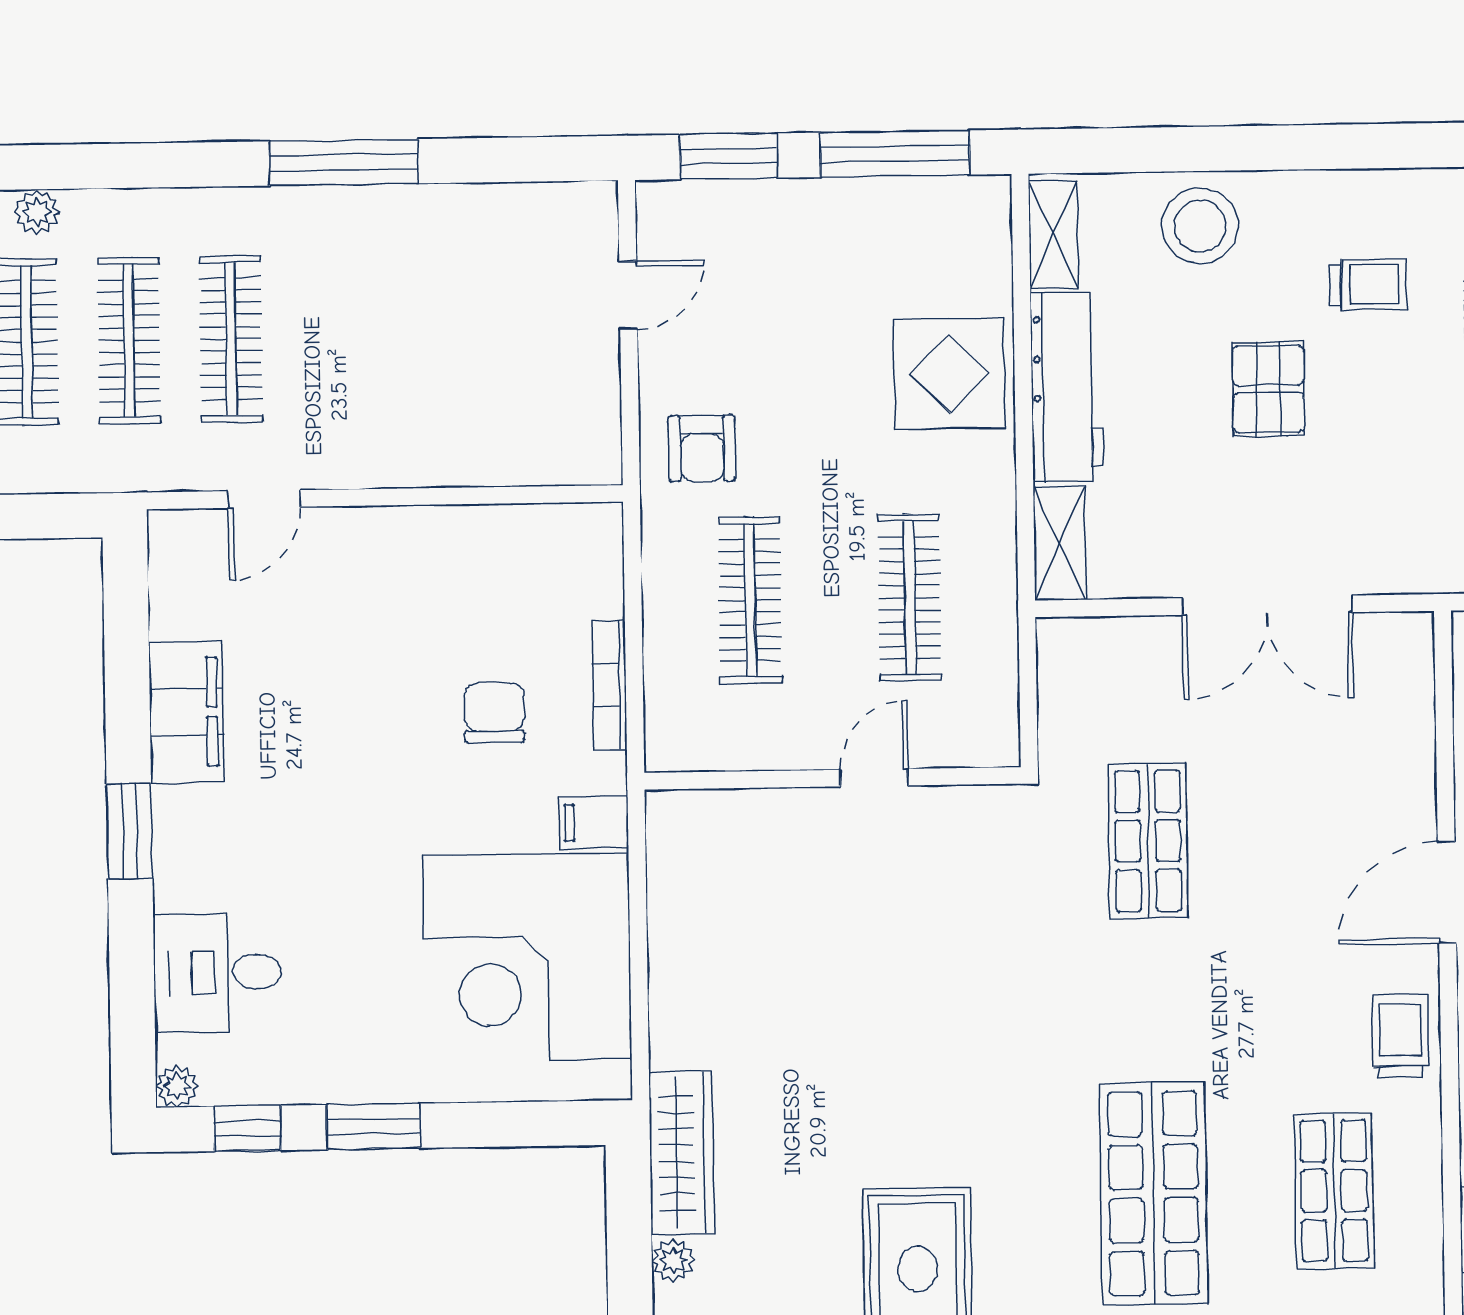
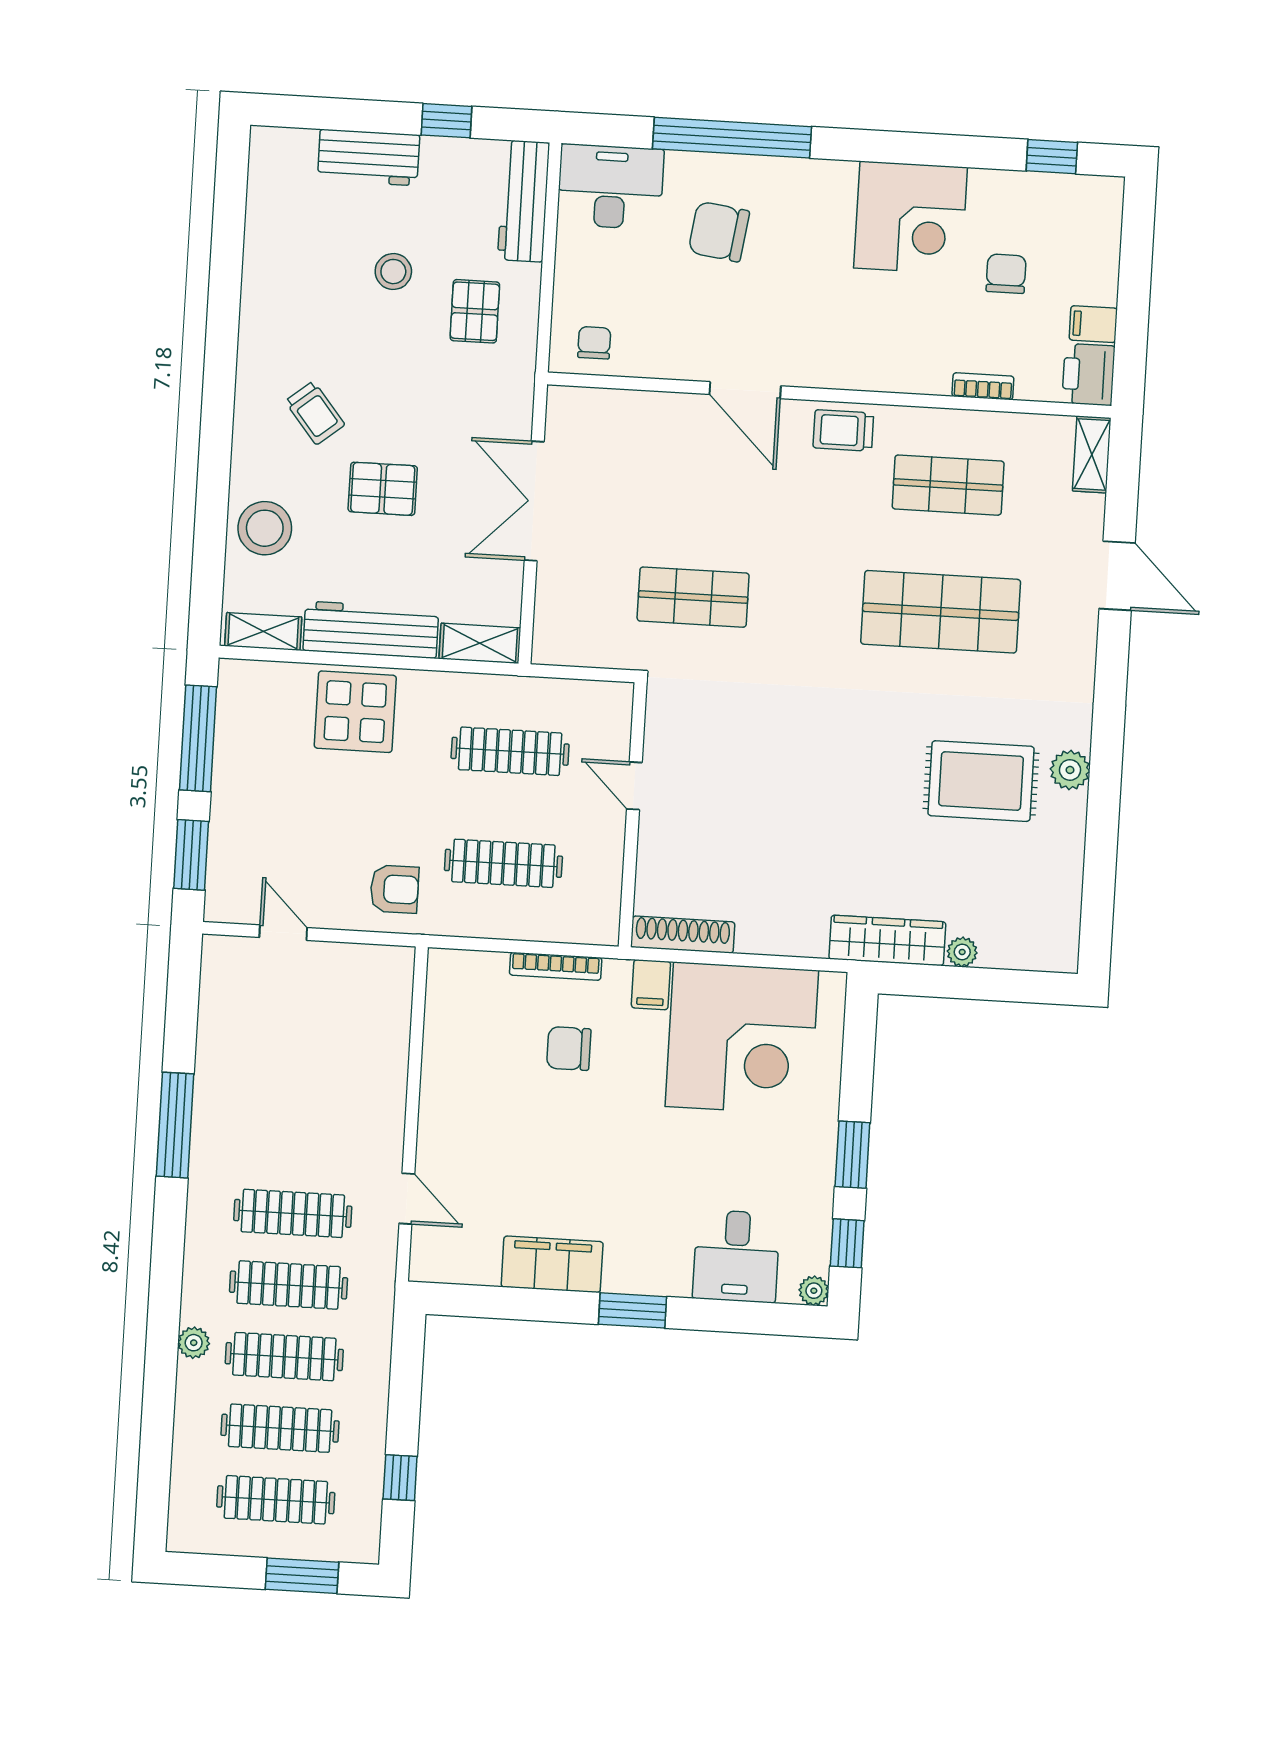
trolley: (1369, 285) -> (315, 413), turned 141
double door: (1267, 605) -> (534, 501), swing flipped
shoe rack: (668, 862) -> (683, 935), added

